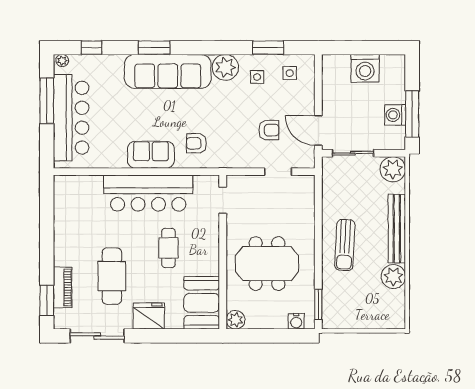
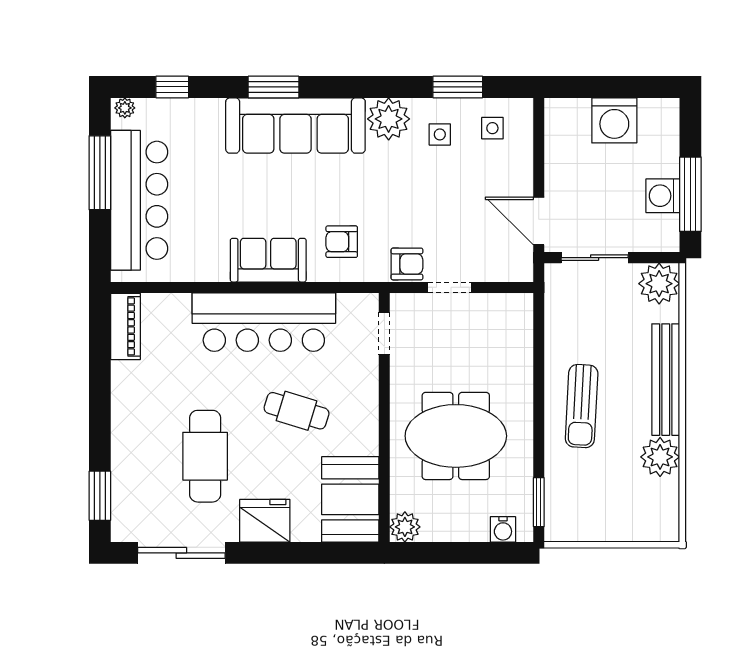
armchair: (269, 130) -> (407, 264), moved
doorway: (278, 172) -> (450, 287), moved
cafe table: (168, 248) -> (297, 411), turned -73
piano: (63, 287) -> (126, 326), moved

